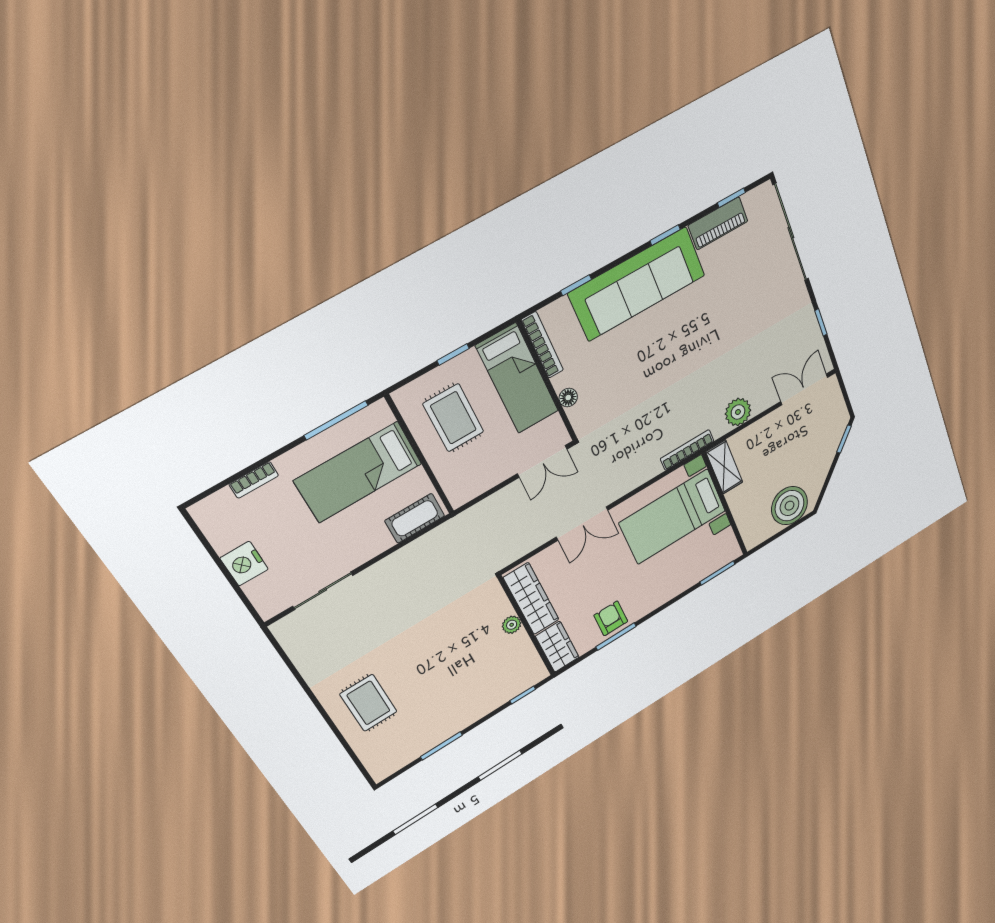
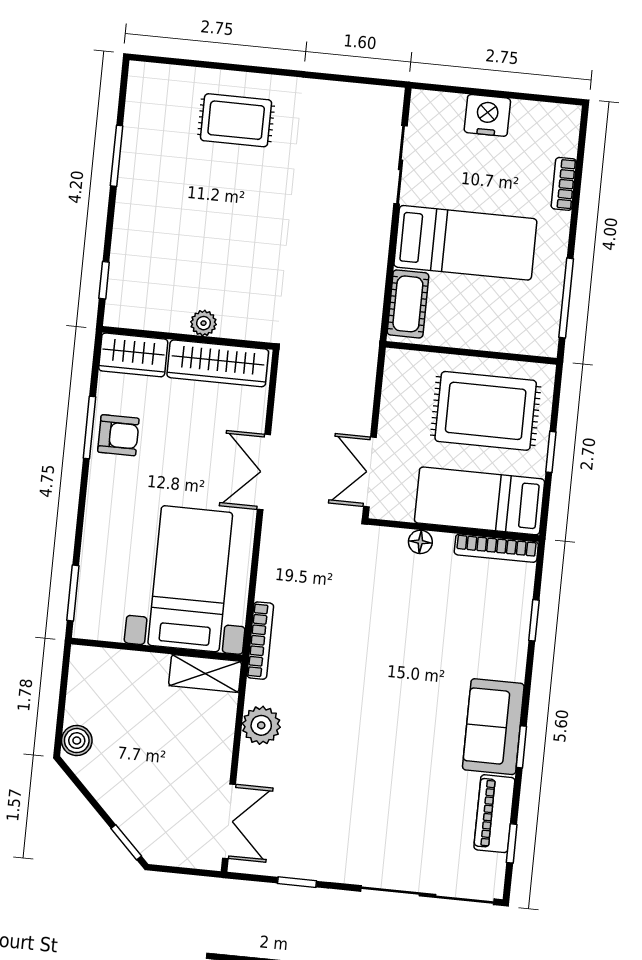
sofa: (637, 284) -> (493, 727), width x0.54, depth x0.79
rug: (453, 418) -> (486, 411), width x1.36, depth x1.43
bed: (358, 472) -> (465, 243), moved, turned 90
boiler: (790, 506) -> (77, 741), width x0.54, depth x0.54

